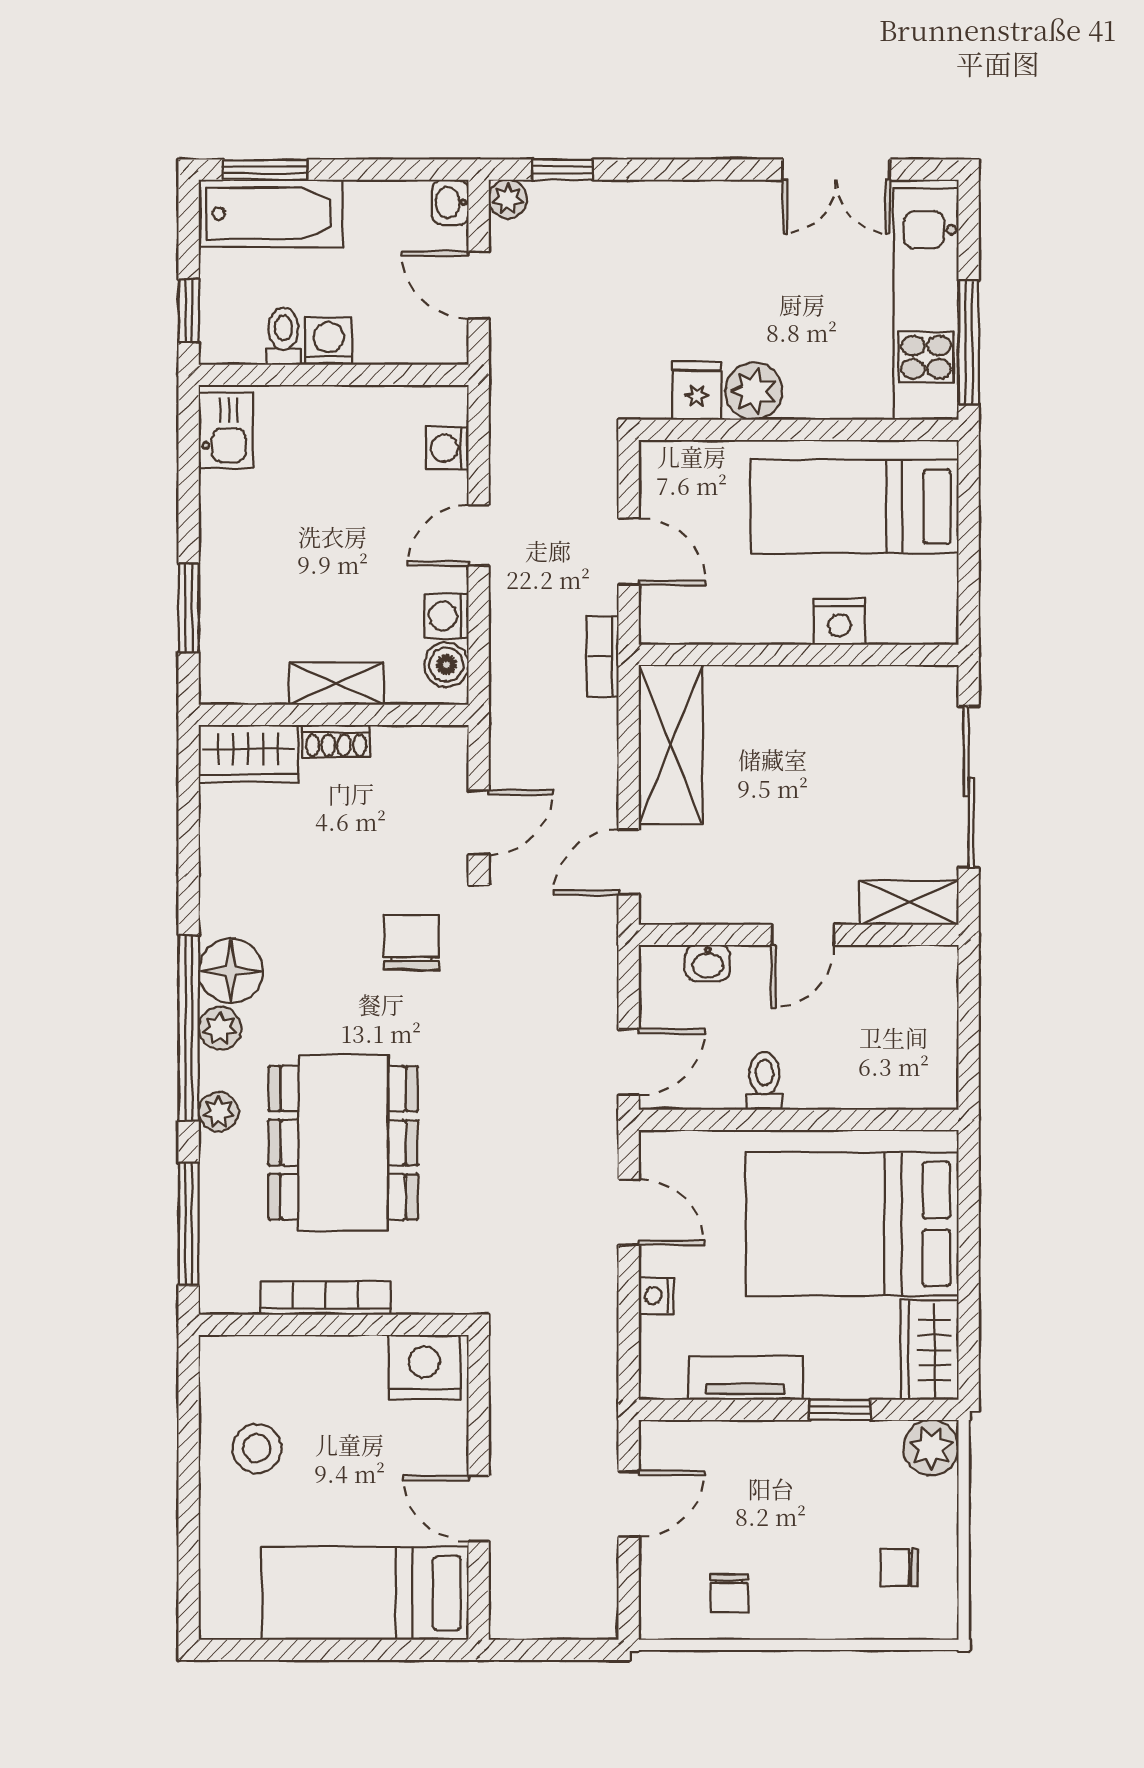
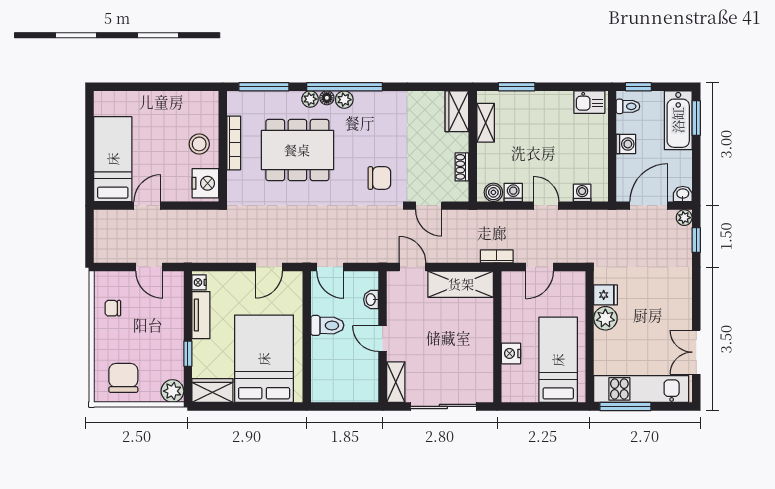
door: (479, 285) -> (649, 206), width x1.38
toilet: (283, 336) -> (628, 106), moved
shelving: (336, 683) -> (486, 123), moved
shoe rack: (336, 741) -> (462, 167), moved
floor lamp: (231, 971) -> (327, 98), moved, width x0.53, depth x0.53
toilet: (764, 1081) -> (327, 325), width x1.37, depth x1.39
nightstand: (656, 1296) -> (199, 282), moved, turned -90
stool: (257, 1448) -> (199, 144), moved
chair: (899, 1567) -> (123, 378), width x1.87, depth x1.87

